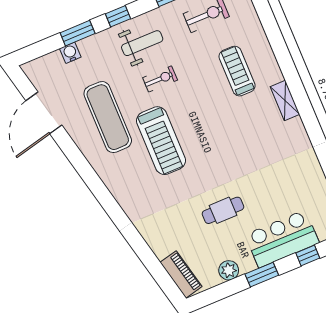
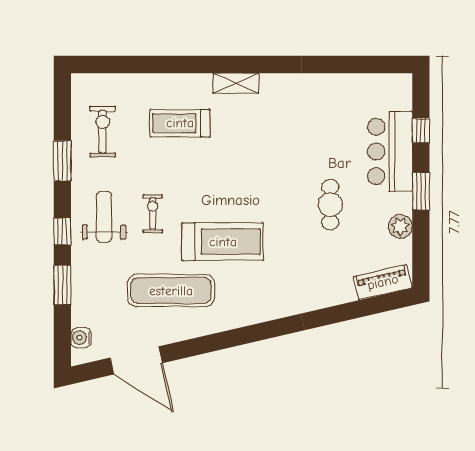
water cooler: (70, 53) -> (81, 338), moved

